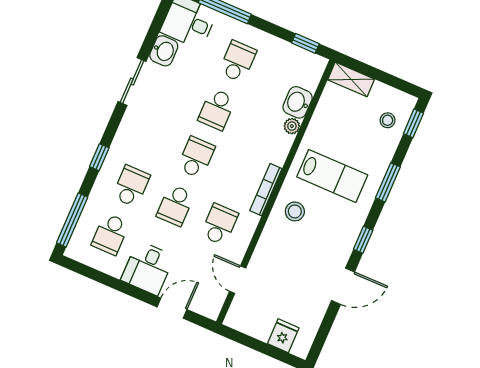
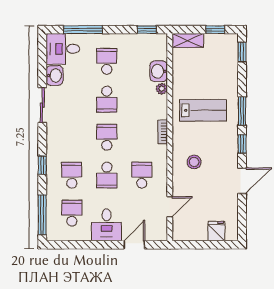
window: (392, 81) -> (215, 30), added
stool: (388, 120) -> (224, 57), removed
window: (388, 182) -> (242, 111), moved
bookcase: (266, 190) -> (163, 132), width x0.64
stool: (295, 211) -> (194, 162), moved
school desk: (110, 234) -> (72, 213), turned 180
door: (238, 280) -> (170, 207), swing flipped

